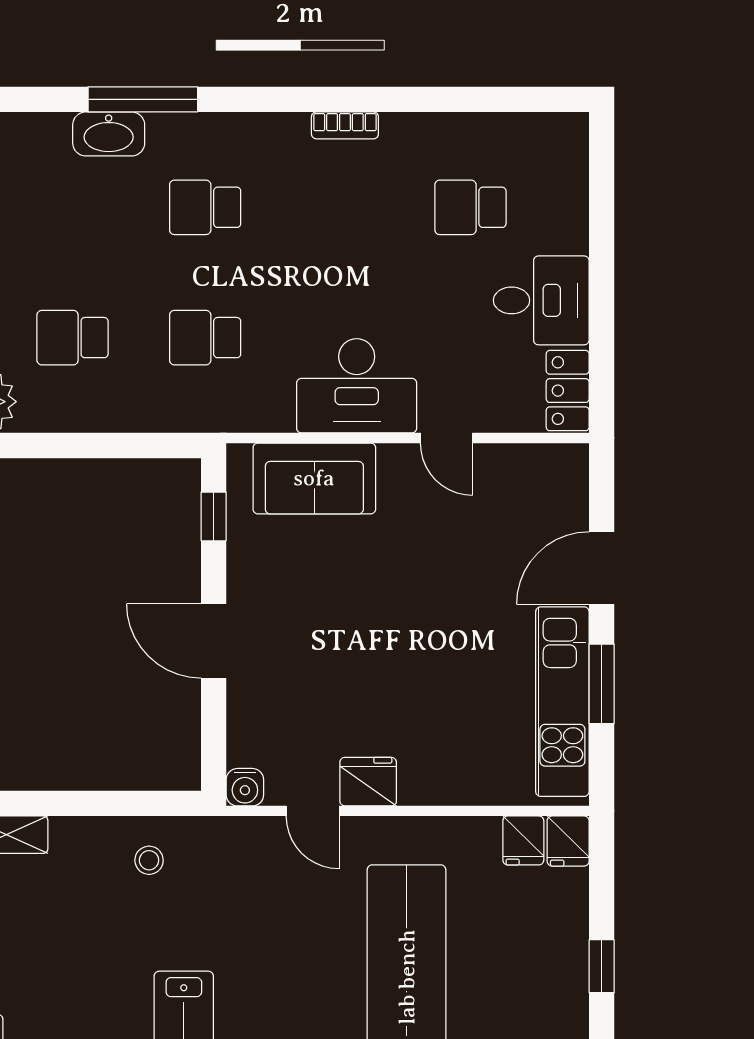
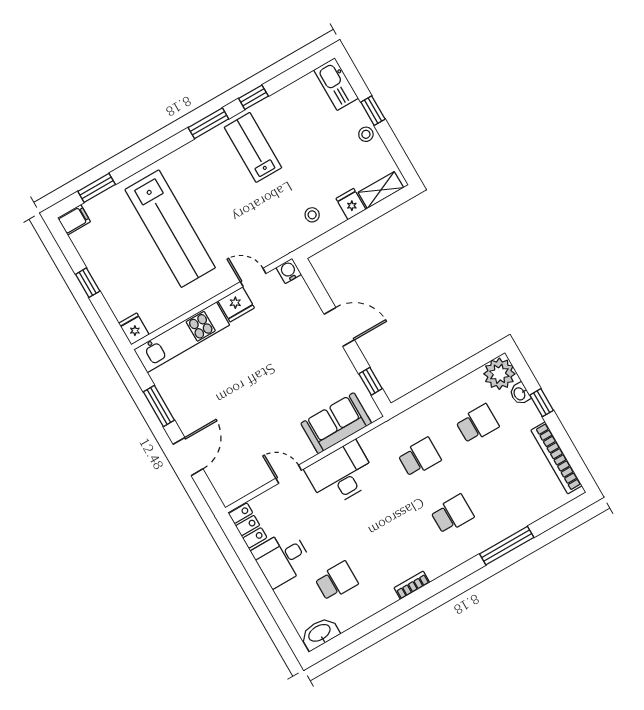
washbasin: (109, 134) -> (320, 633), moved
kitchen unit: (562, 702) -> (182, 337), moved, turned 90
fridge: (523, 840) -> (351, 204), moved

